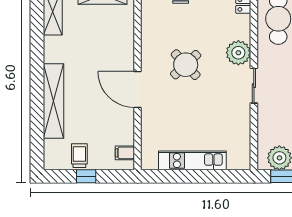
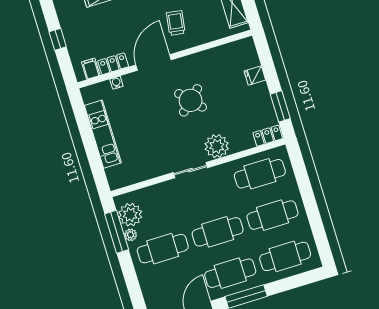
locker: (127, 129) -> (113, 64), added
water cooler: (146, 132) -> (116, 83), added
trolley: (79, 156) -> (176, 23), moved, turned -82

